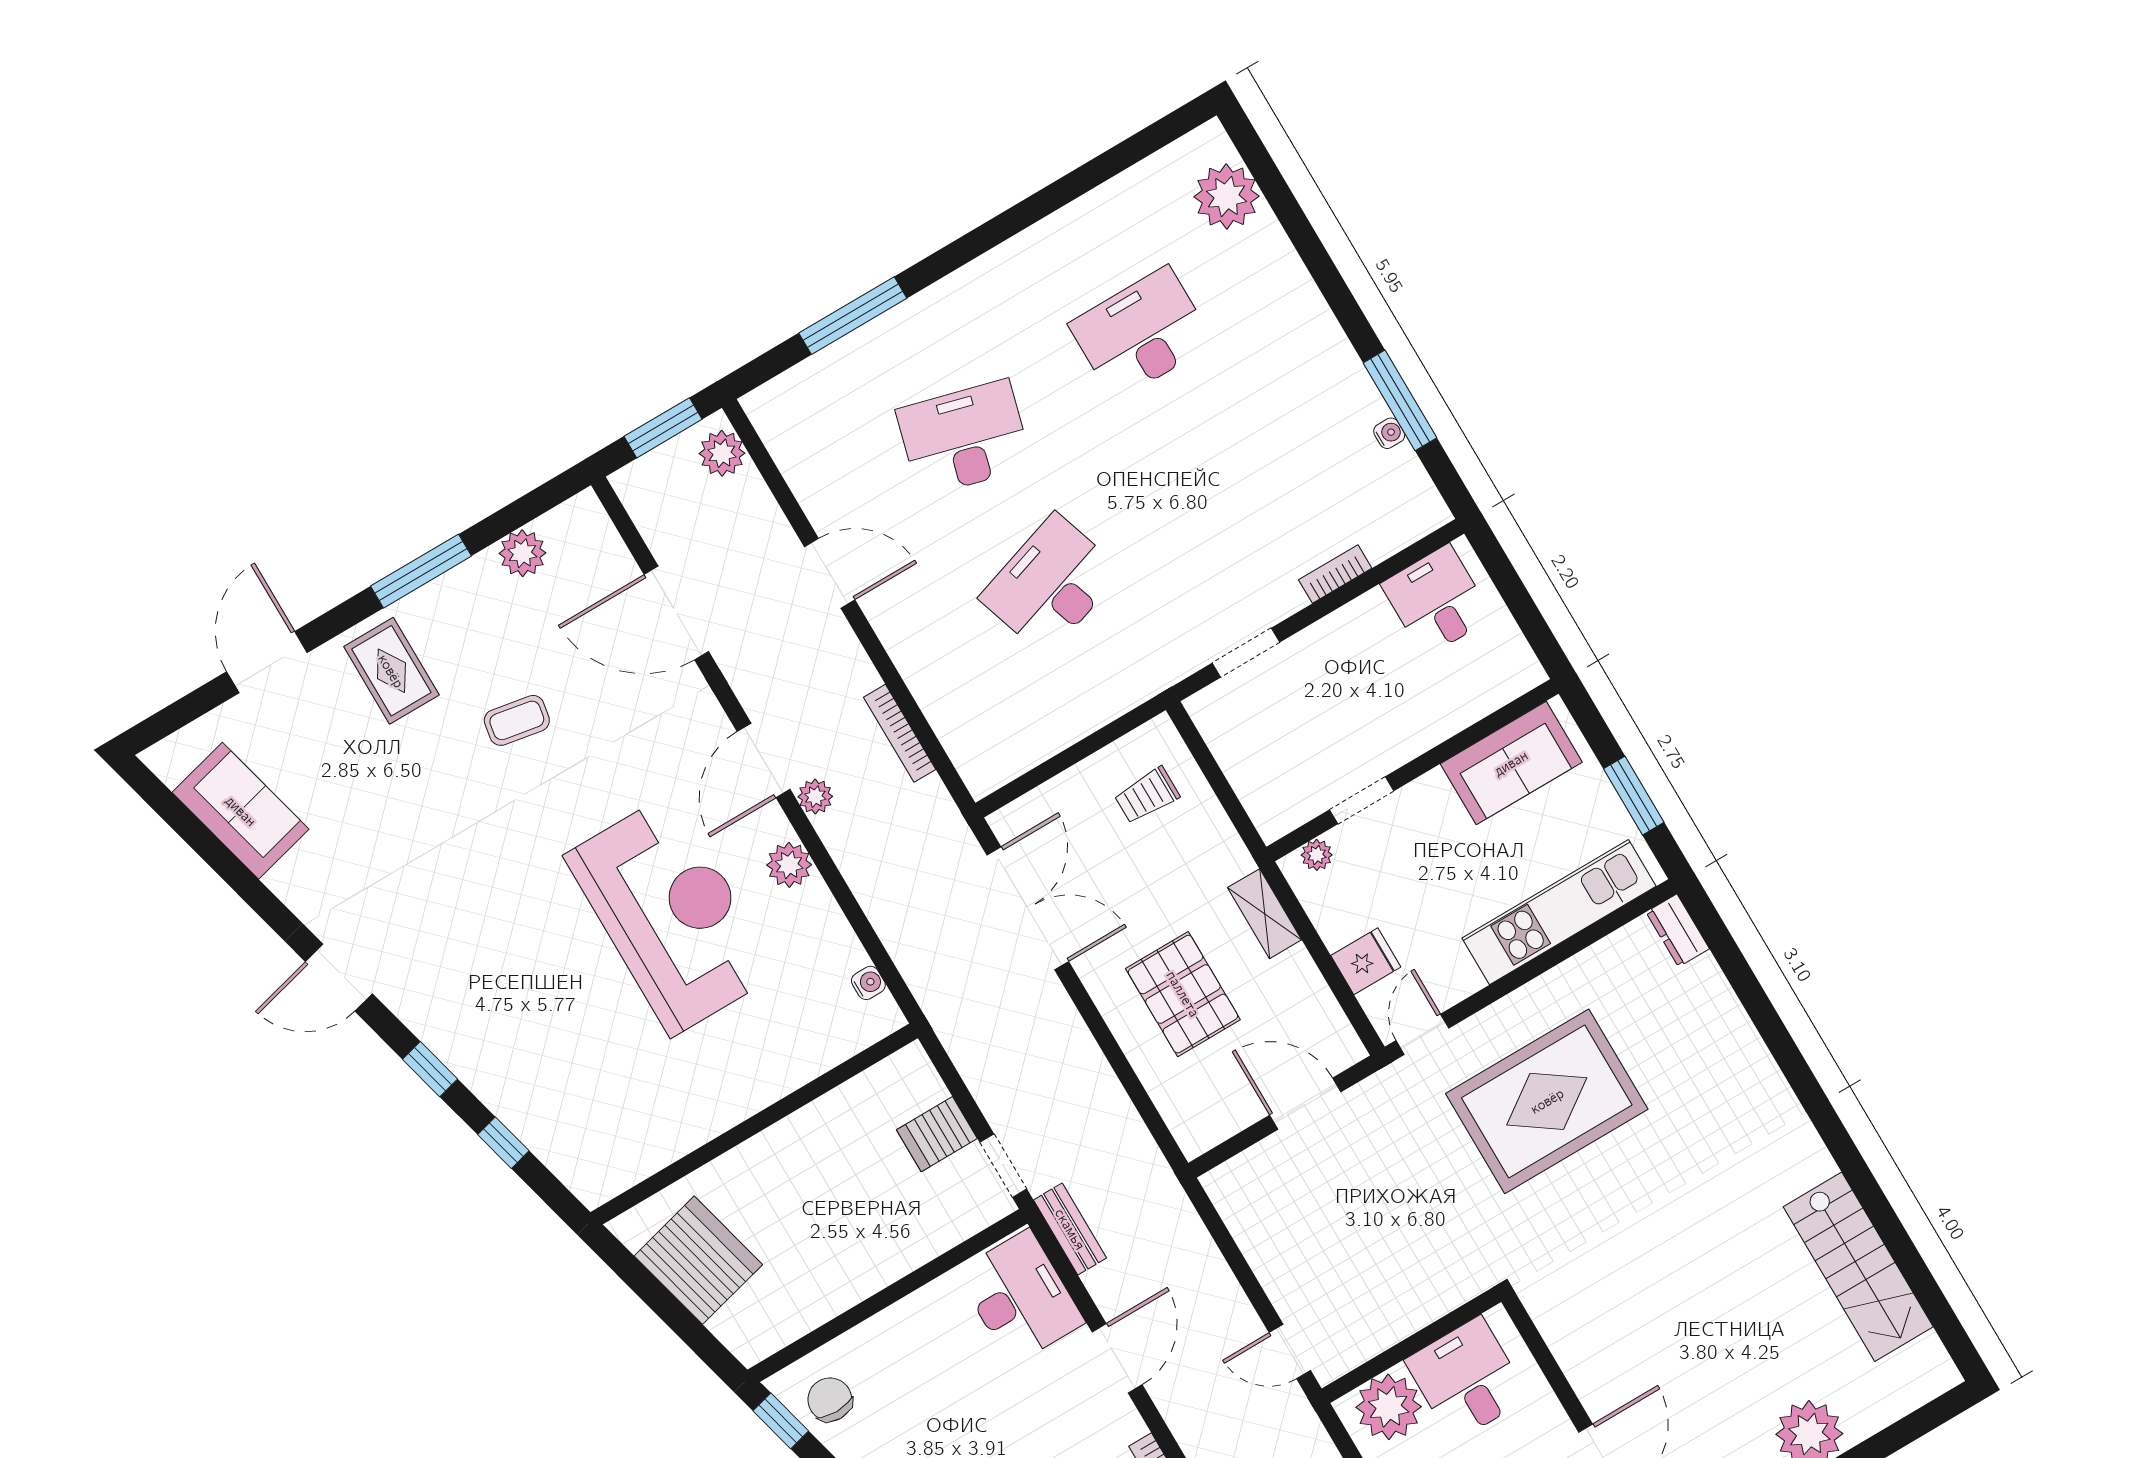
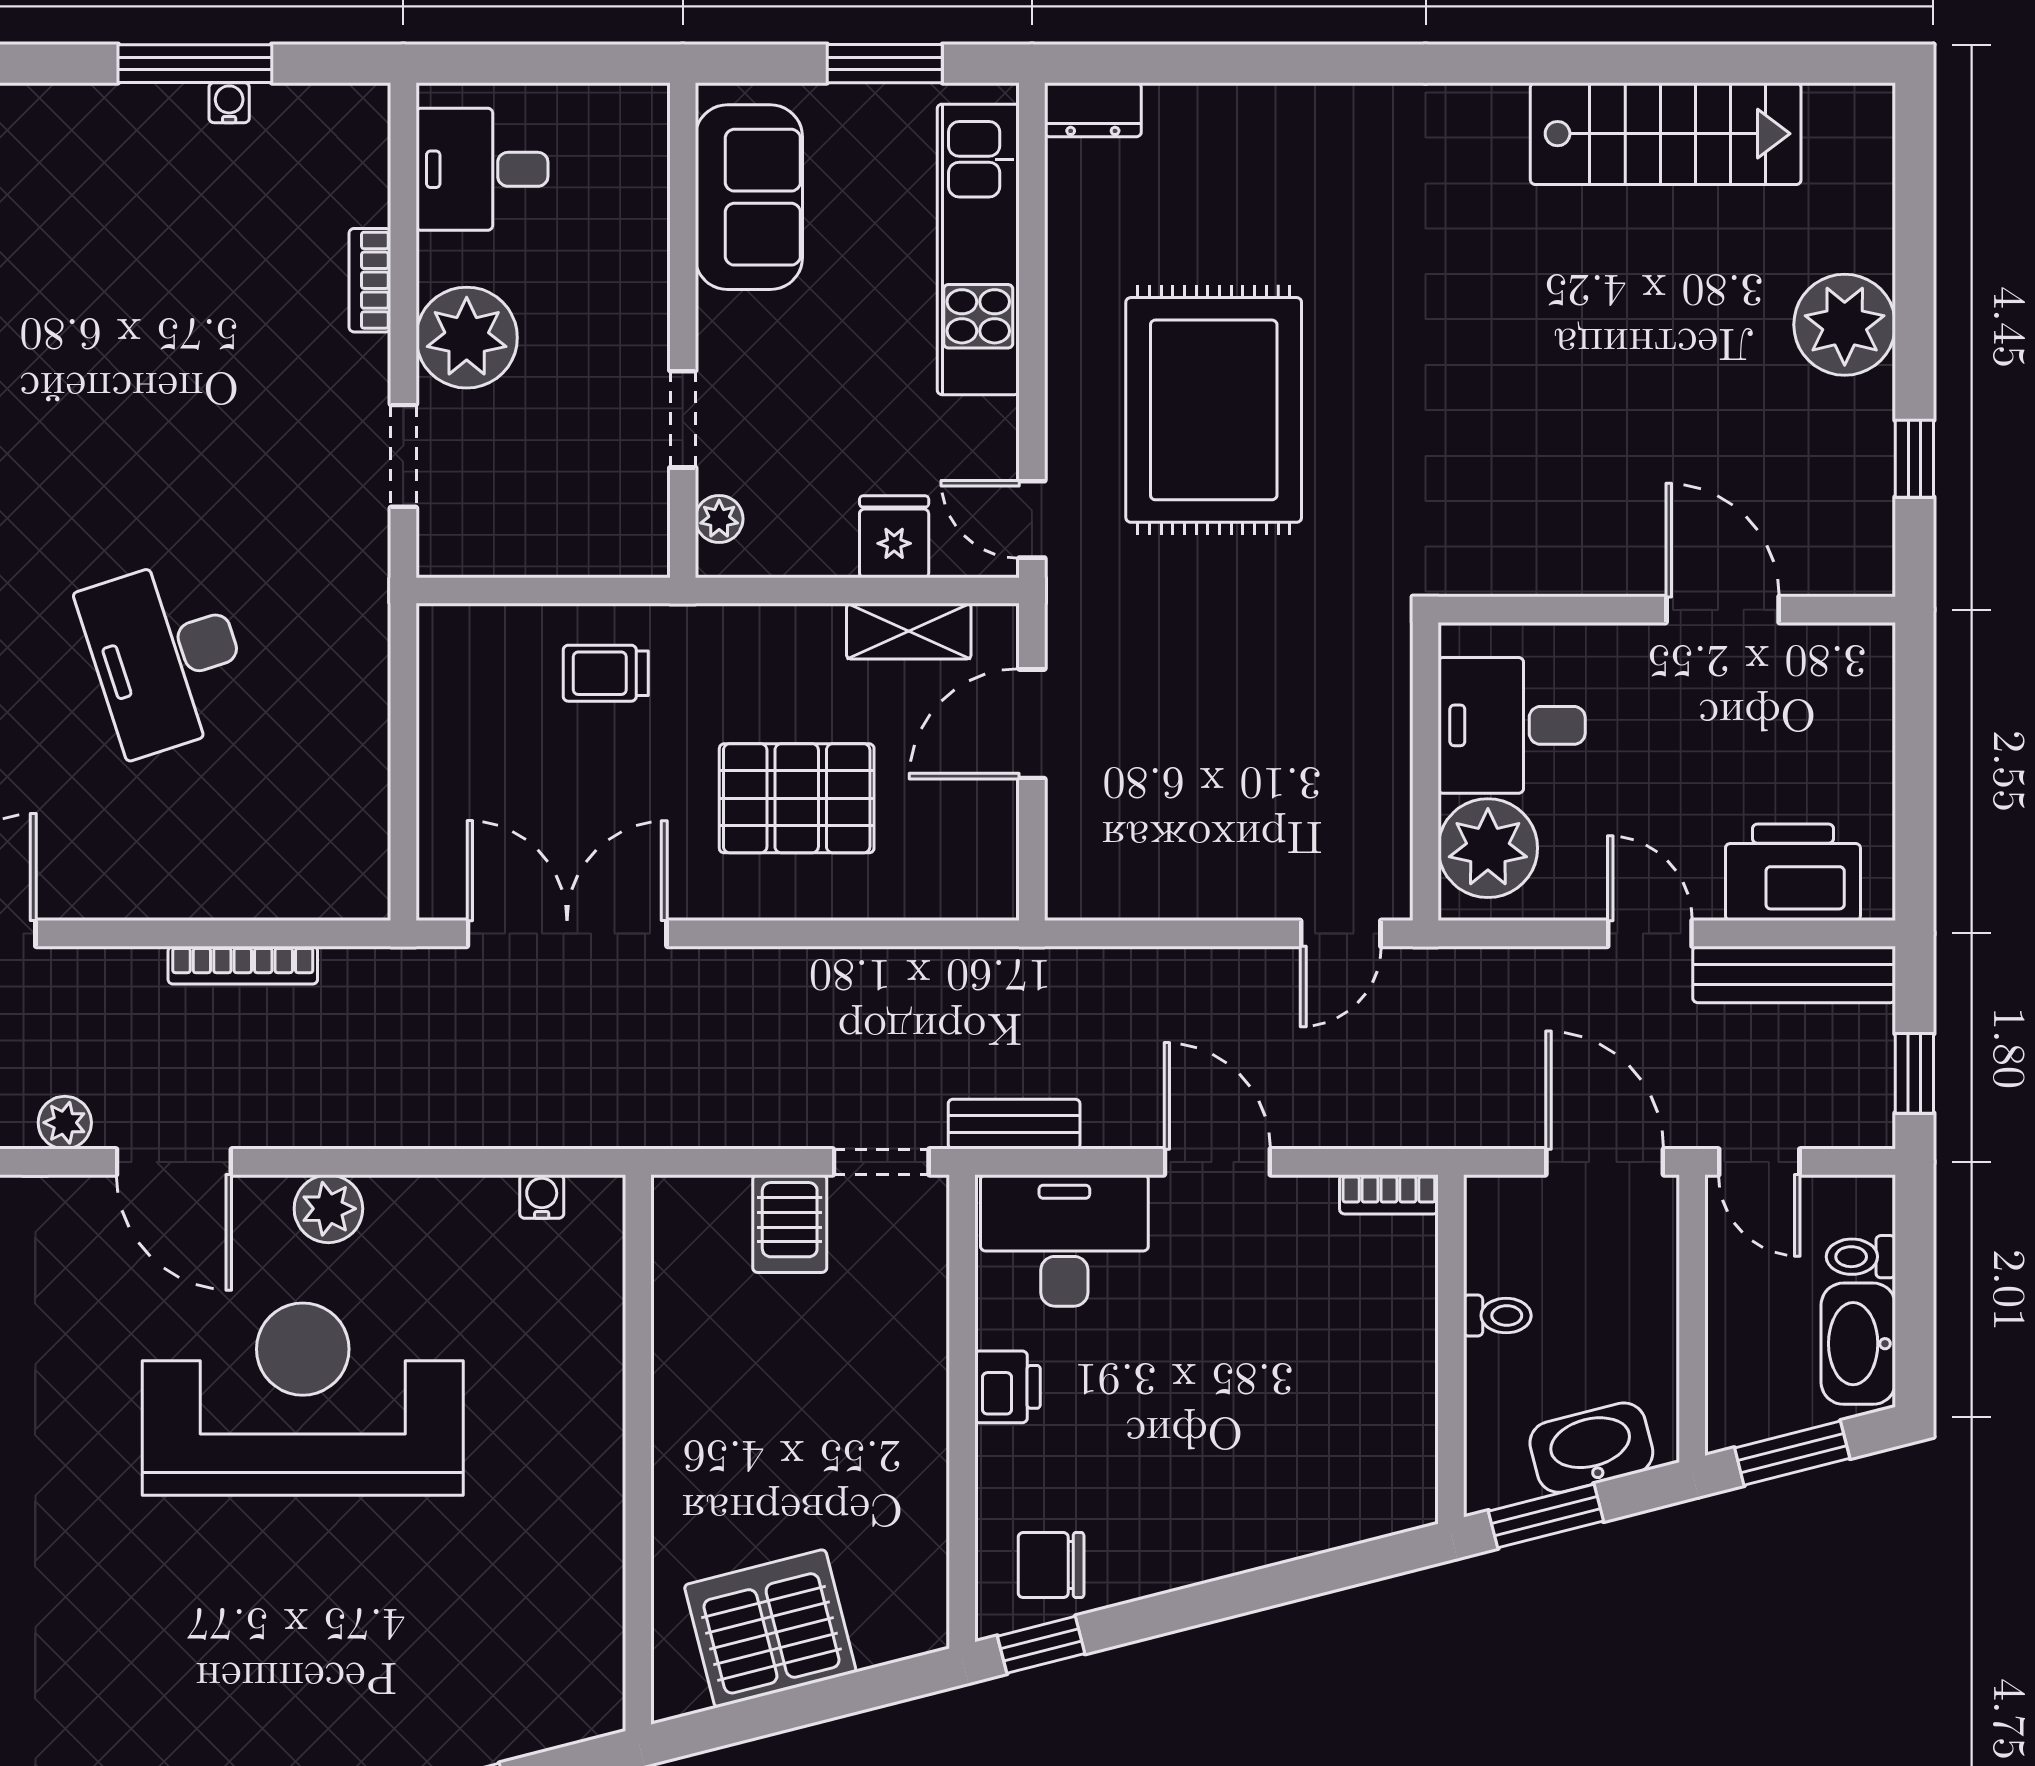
plant: (1335, 649) -> (467, 338), added
trolley: (1147, 795) -> (606, 673), moved, turned 90
plant: (815, 797) -> (65, 1123), moved
shelving: (1265, 914) -> (909, 631), moved
printer: (917, 1314) -> (1007, 1387), added

